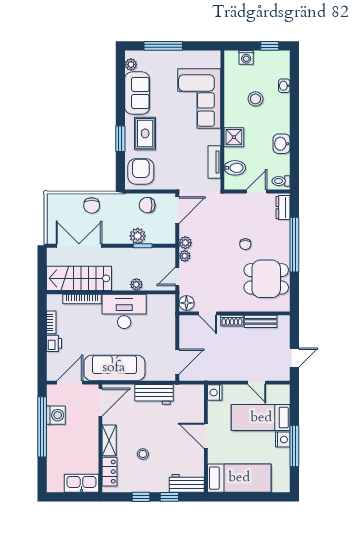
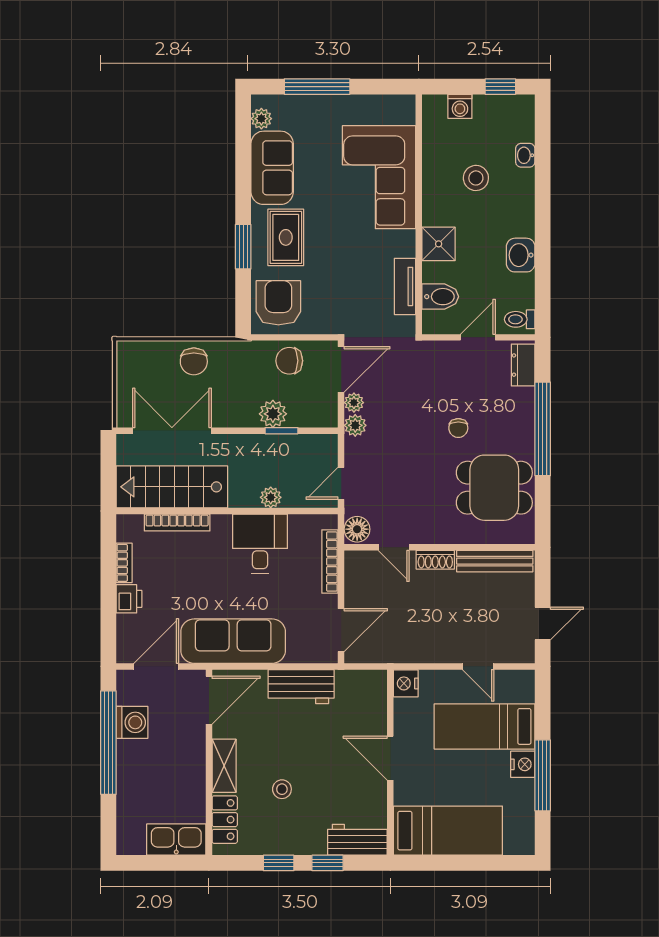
plant: (185, 256) -> (354, 403), moved
desk: (124, 311) -> (260, 544), width x0.73
bench: (261, 321) -> (495, 561), width x1.36
bookcase: (171, 322) -> (330, 562), added

